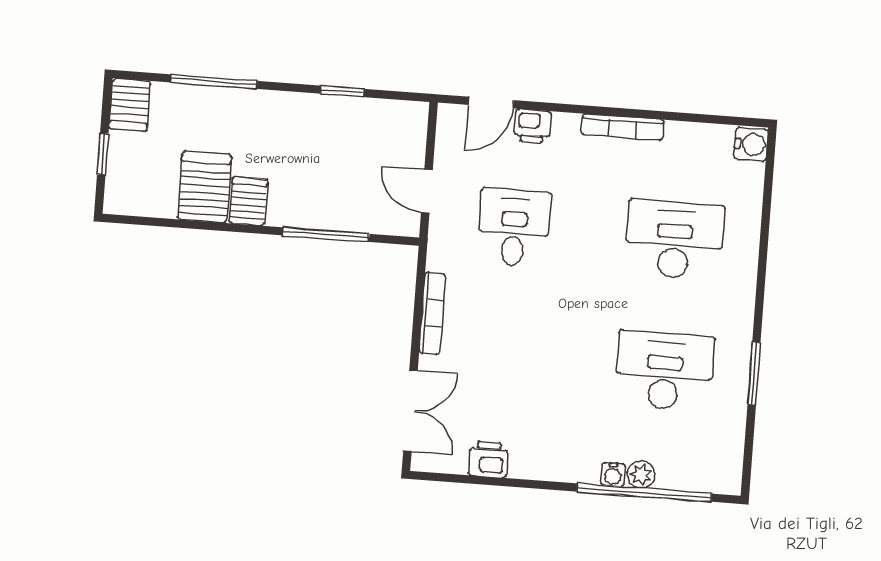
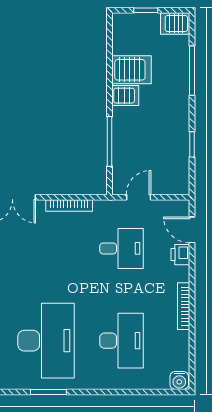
desk: (664, 371) -> (46, 341), width x1.36, depth x1.30

